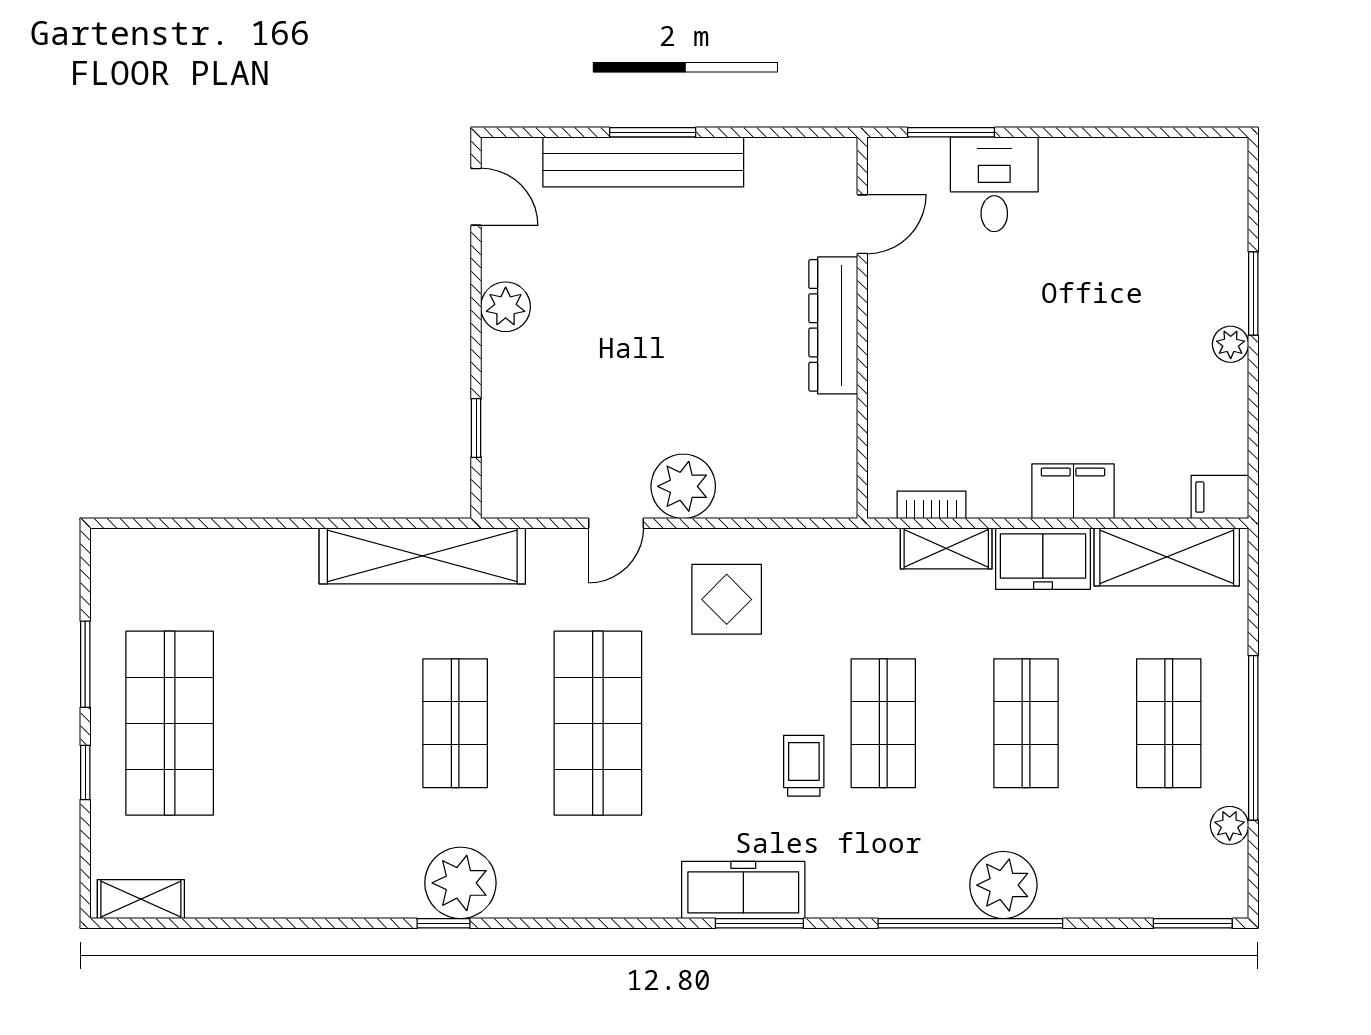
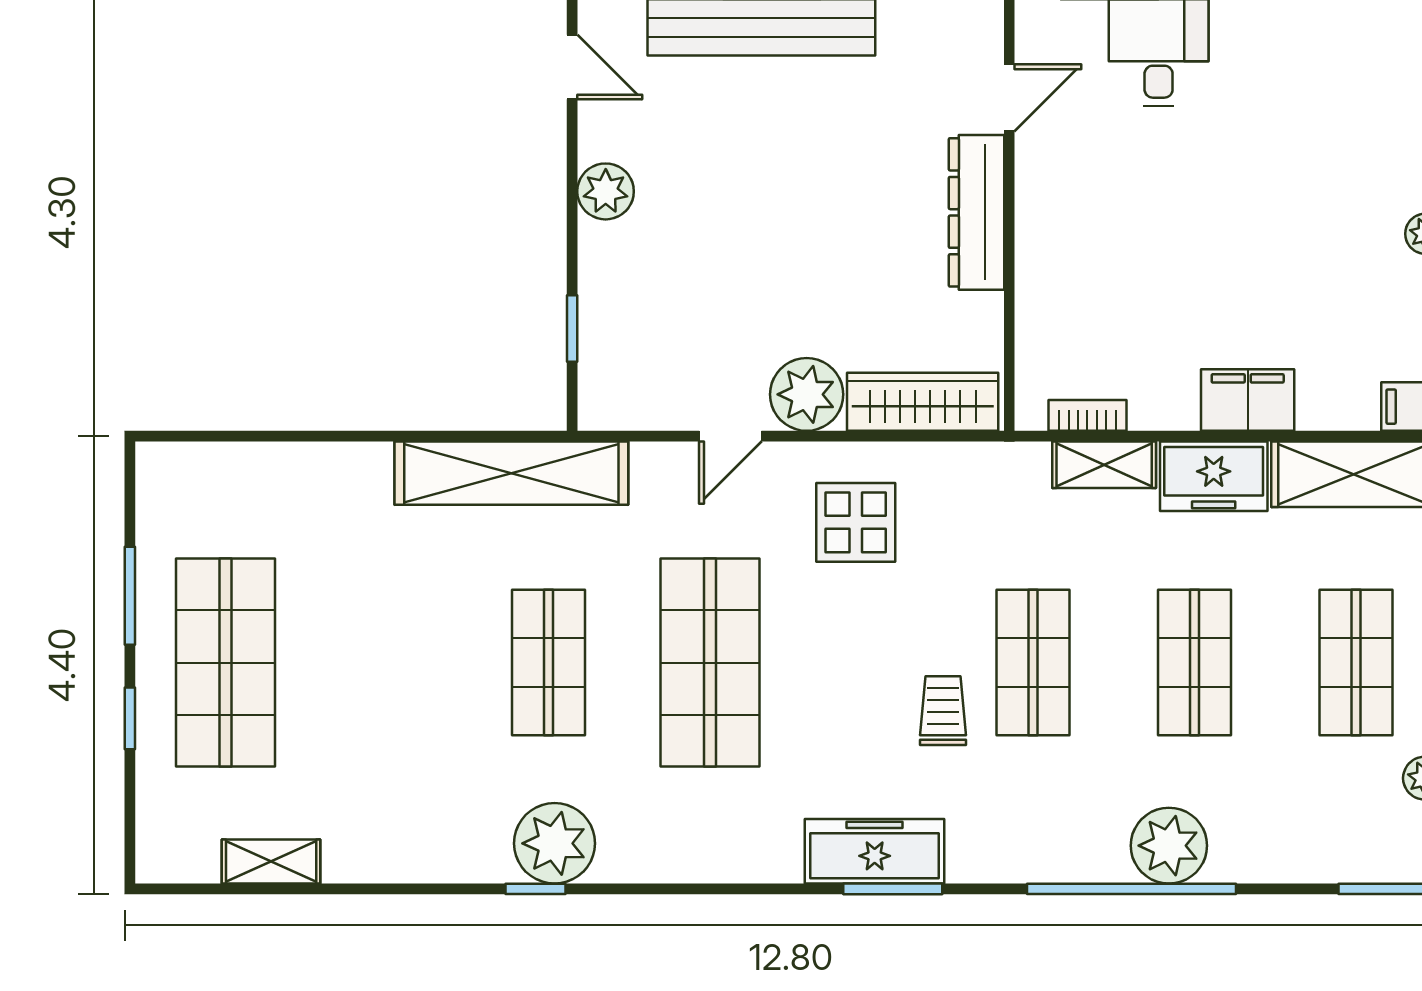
wardrobe: (786, 493) -> (923, 402), added
shelving: (141, 899) -> (271, 862), moved

